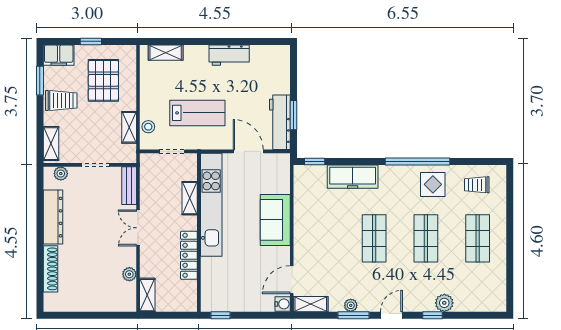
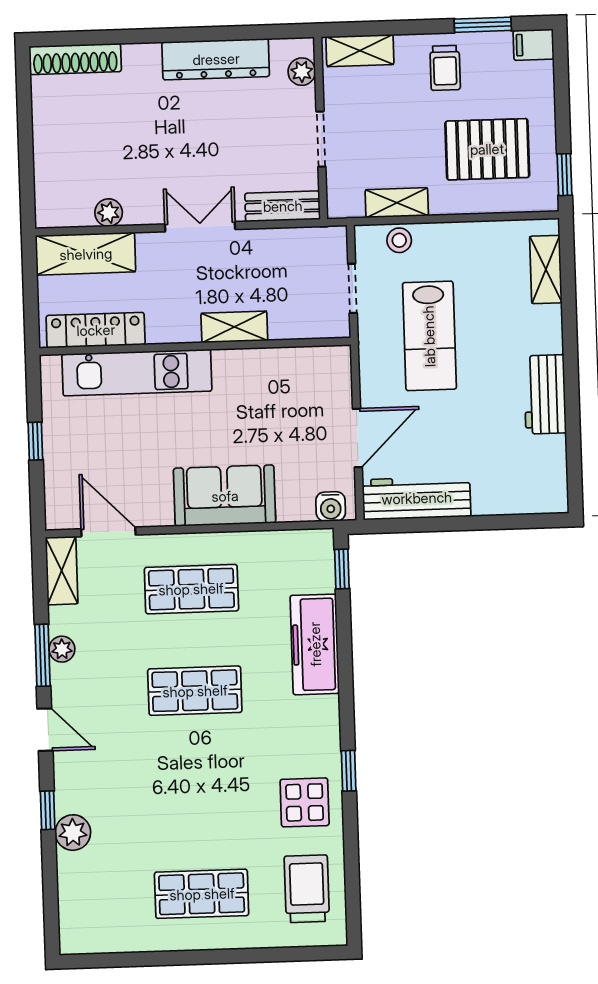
window: (91, 41) -> (565, 175), moved
filing cabinet: (59, 55) -> (534, 45), width x0.50
trolley: (61, 100) -> (445, 68), width x0.73, depth x0.72
window: (293, 115) -> (431, 524), removed
window: (417, 161) -> (349, 771), width x0.32
trolley: (477, 185) -> (307, 889), width x1.36, depth x1.39
shelving: (190, 198) -> (234, 327), moved
kitchen unit: (211, 205) -> (137, 373), moved, width x0.73
shop shelf: (426, 238) -> (191, 589), moved
locker: (189, 255) -> (96, 330), moved
shoe rack: (51, 269) -> (75, 59), moved
shelving: (147, 295) -> (86, 254), width x1.50, depth x1.33
water cooler: (283, 304) -> (331, 507), moved
window: (220, 315) -> (35, 441), moved

